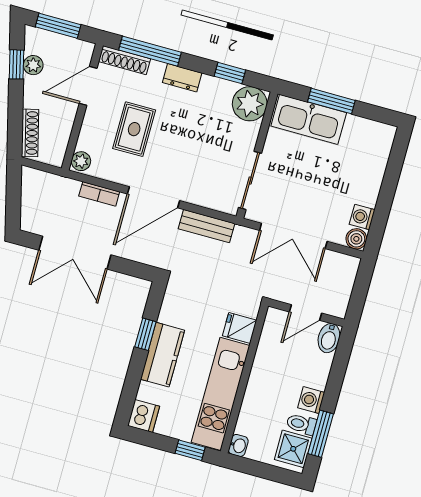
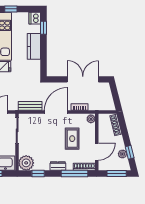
window: (145, 334) -> (43, 28), moved

